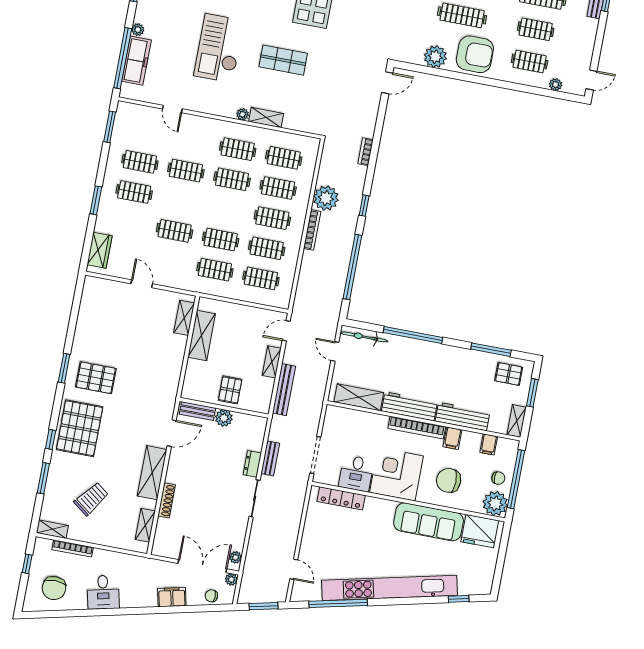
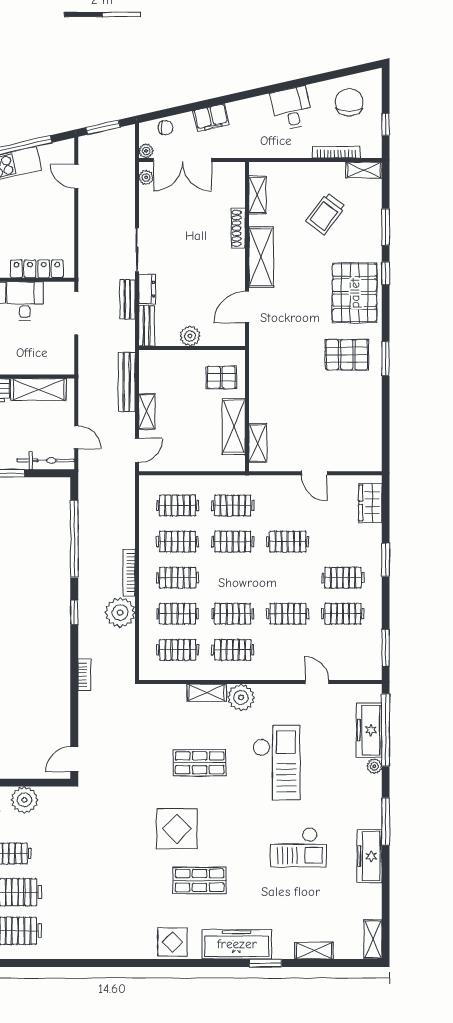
plant: (243, 114) -> (241, 697), width x1.88, depth x1.88
pallet: (230, 390) -> (221, 377), moved, turned 90
bench: (198, 411) -> (147, 326), moved, turned 90

